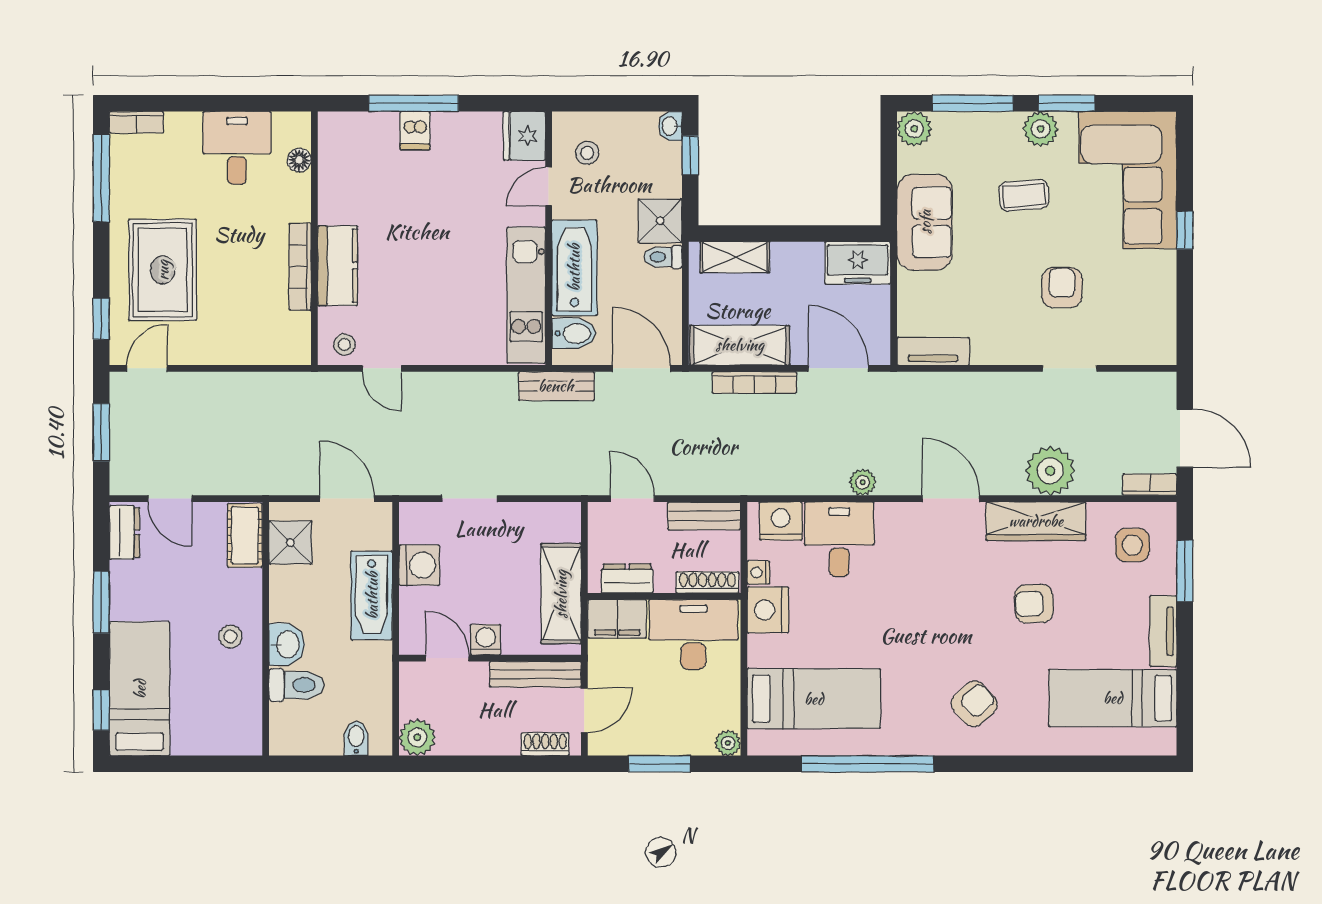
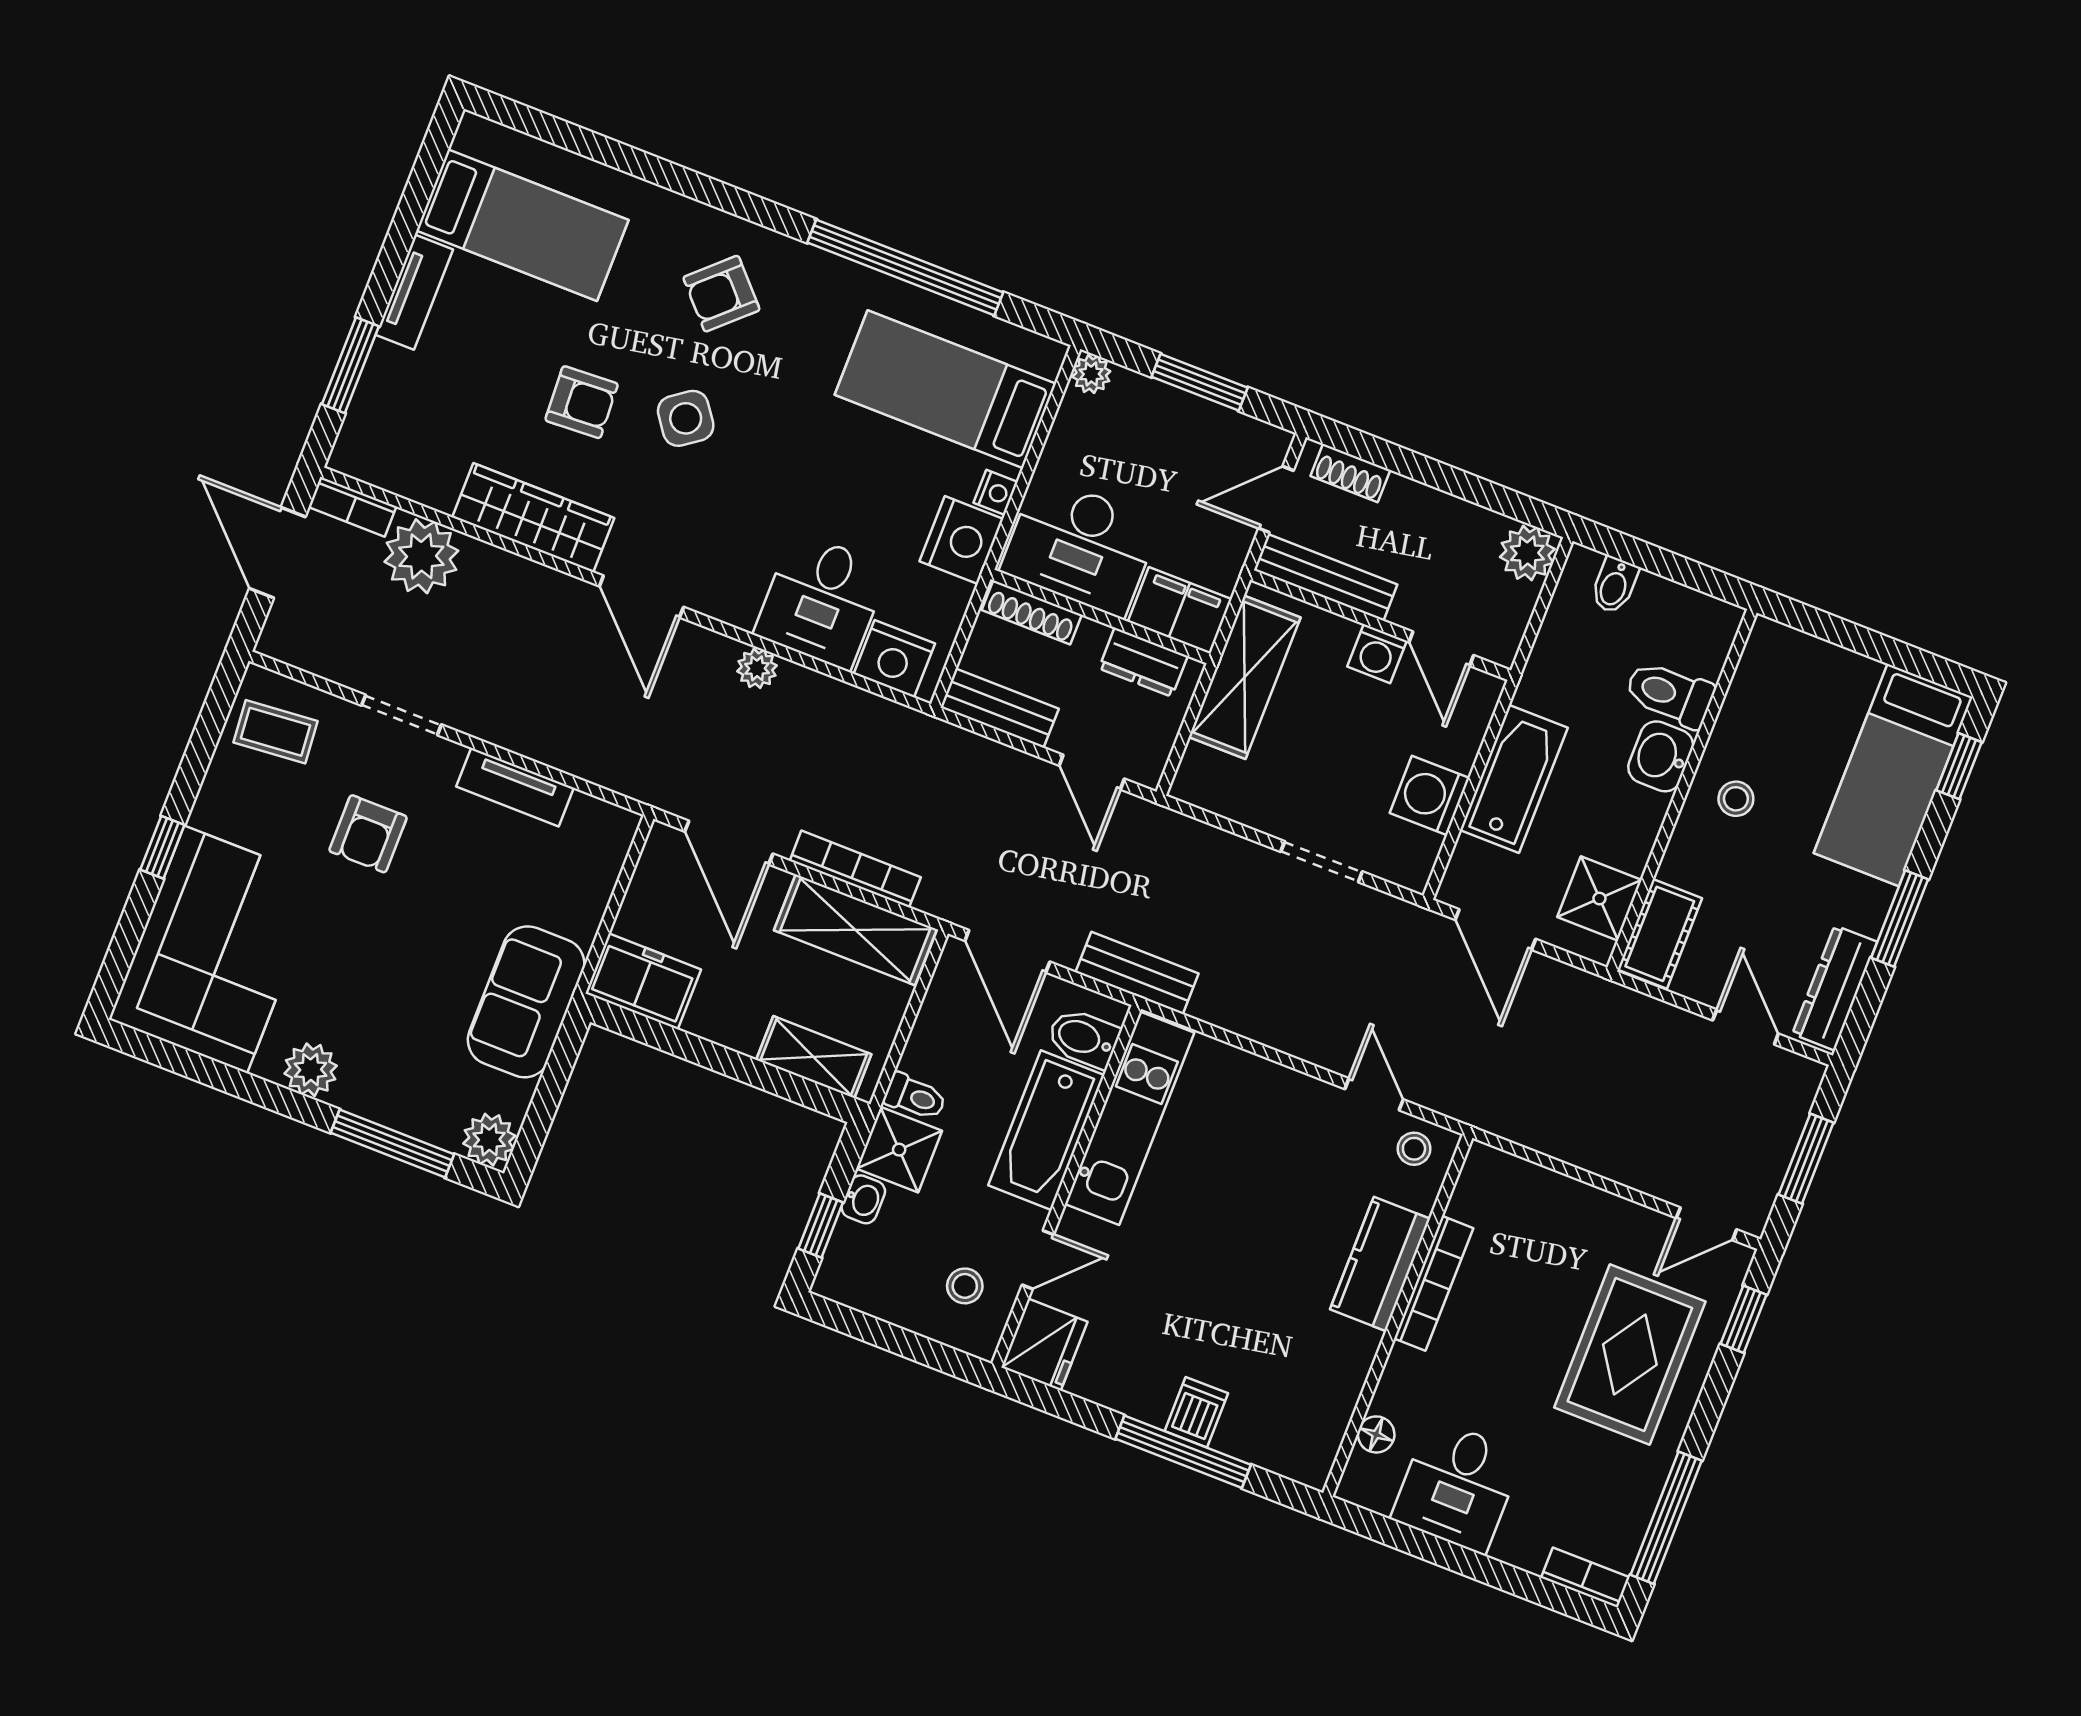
window: (1067, 103) -> (260, 1092), removed
washbasin: (670, 126) -> (863, 1199), moved
coffee table: (1024, 195) -> (276, 732), moved
tv unit: (933, 351) -> (515, 787), moved
plant: (1050, 471) -> (421, 556), moved
dresser: (124, 532) -> (1835, 988), width x1.44
side table: (1132, 545) -> (686, 418), moved, turned -36
nightstand: (758, 572) -> (996, 492), moved

